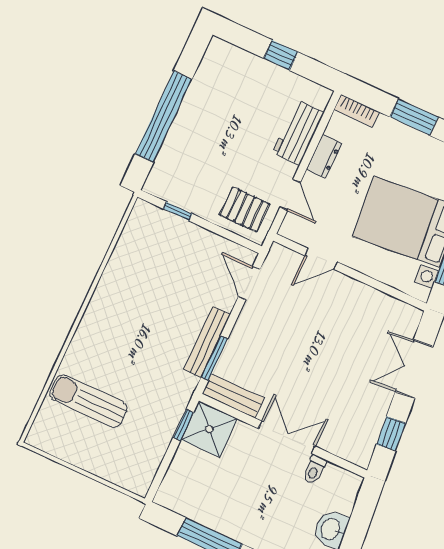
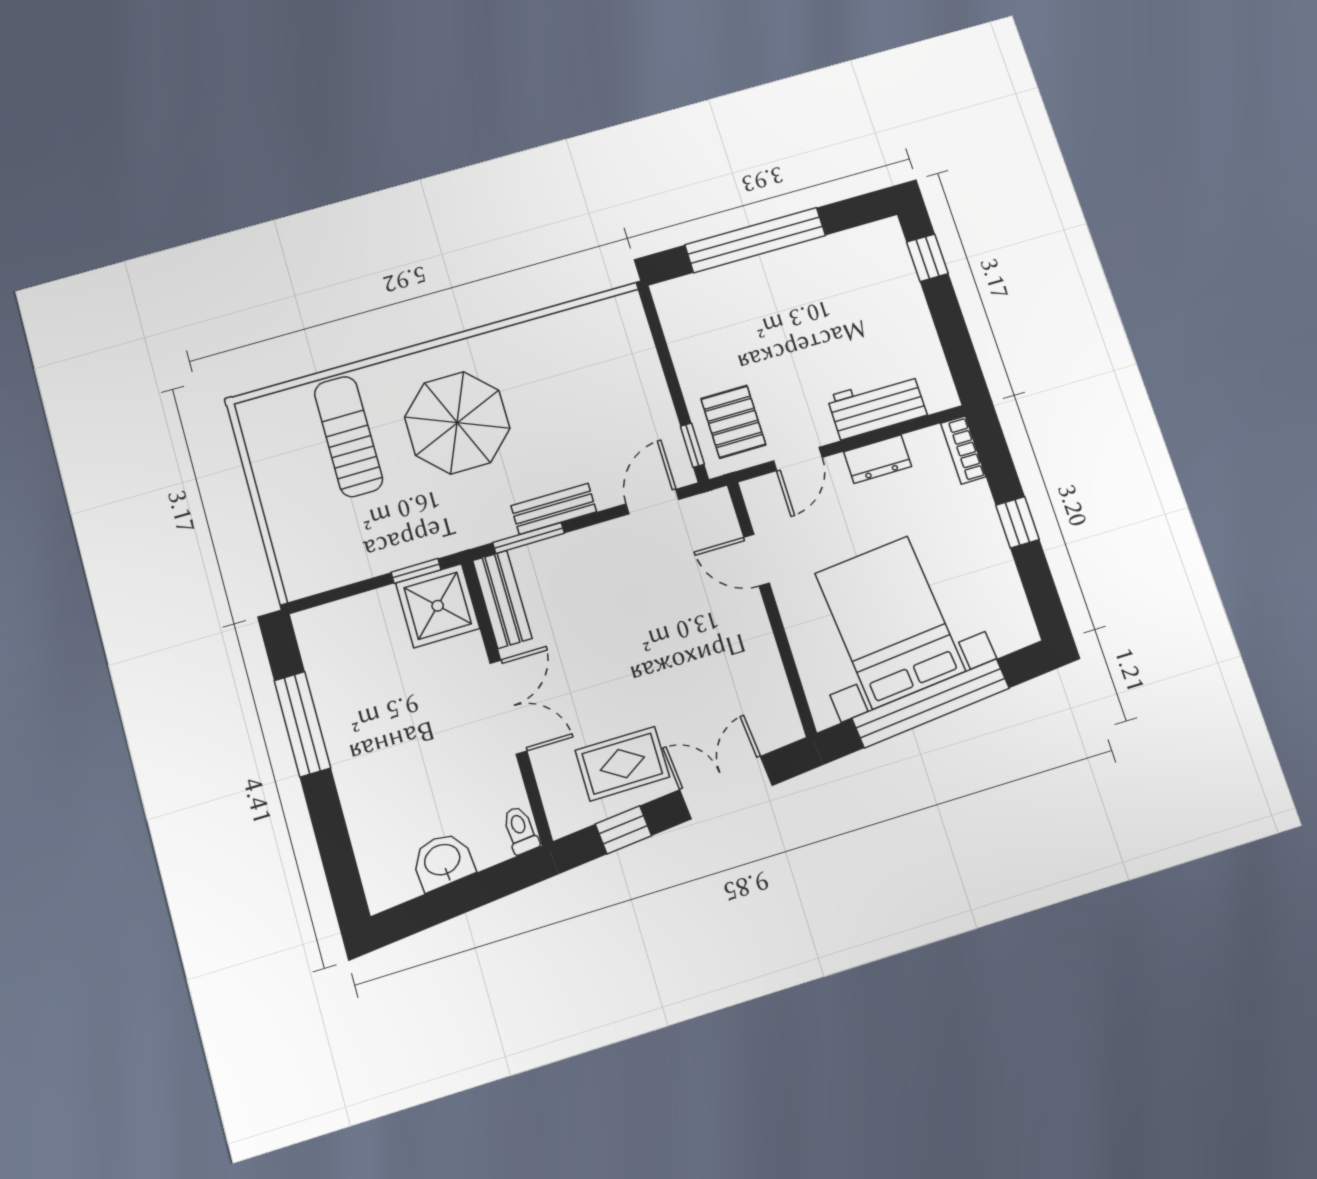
window: (281, 55) -> (927, 258), moved
window: (414, 117) -> (1017, 522), width x0.67
window: (178, 211) -> (692, 445), moved
bench: (207, 342) -> (554, 509), width x0.73
parasol: (128, 343) -> (457, 423), added
rug: (360, 407) -> (622, 764), added
toilet: (314, 470) -> (520, 830), moved, turned 85

